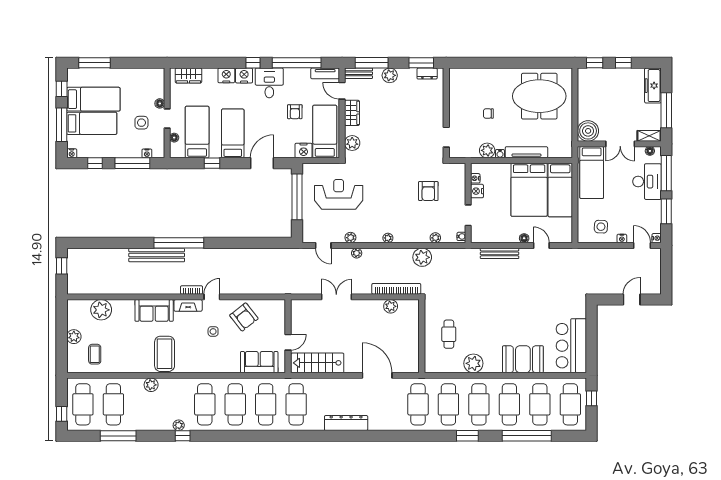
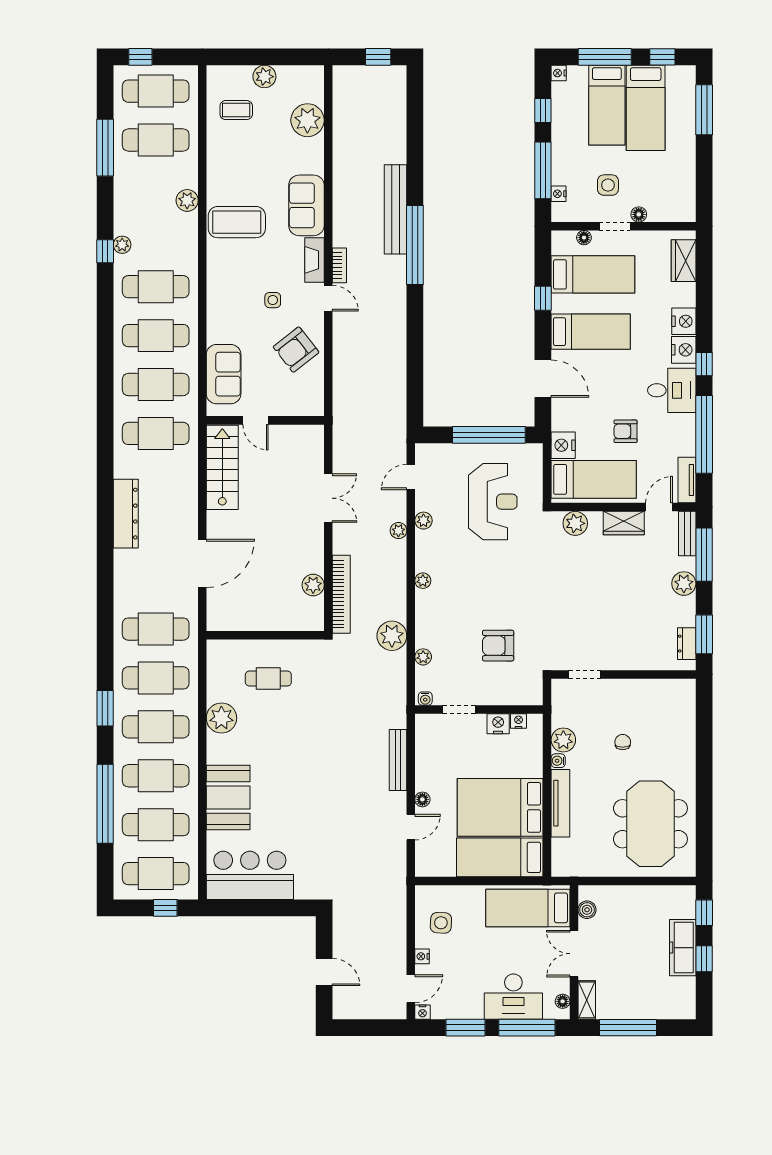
freezer: (653, 86) -> (683, 948), moved, turned -90
boiler: (588, 131) -> (587, 910), width x0.54, depth x0.54

